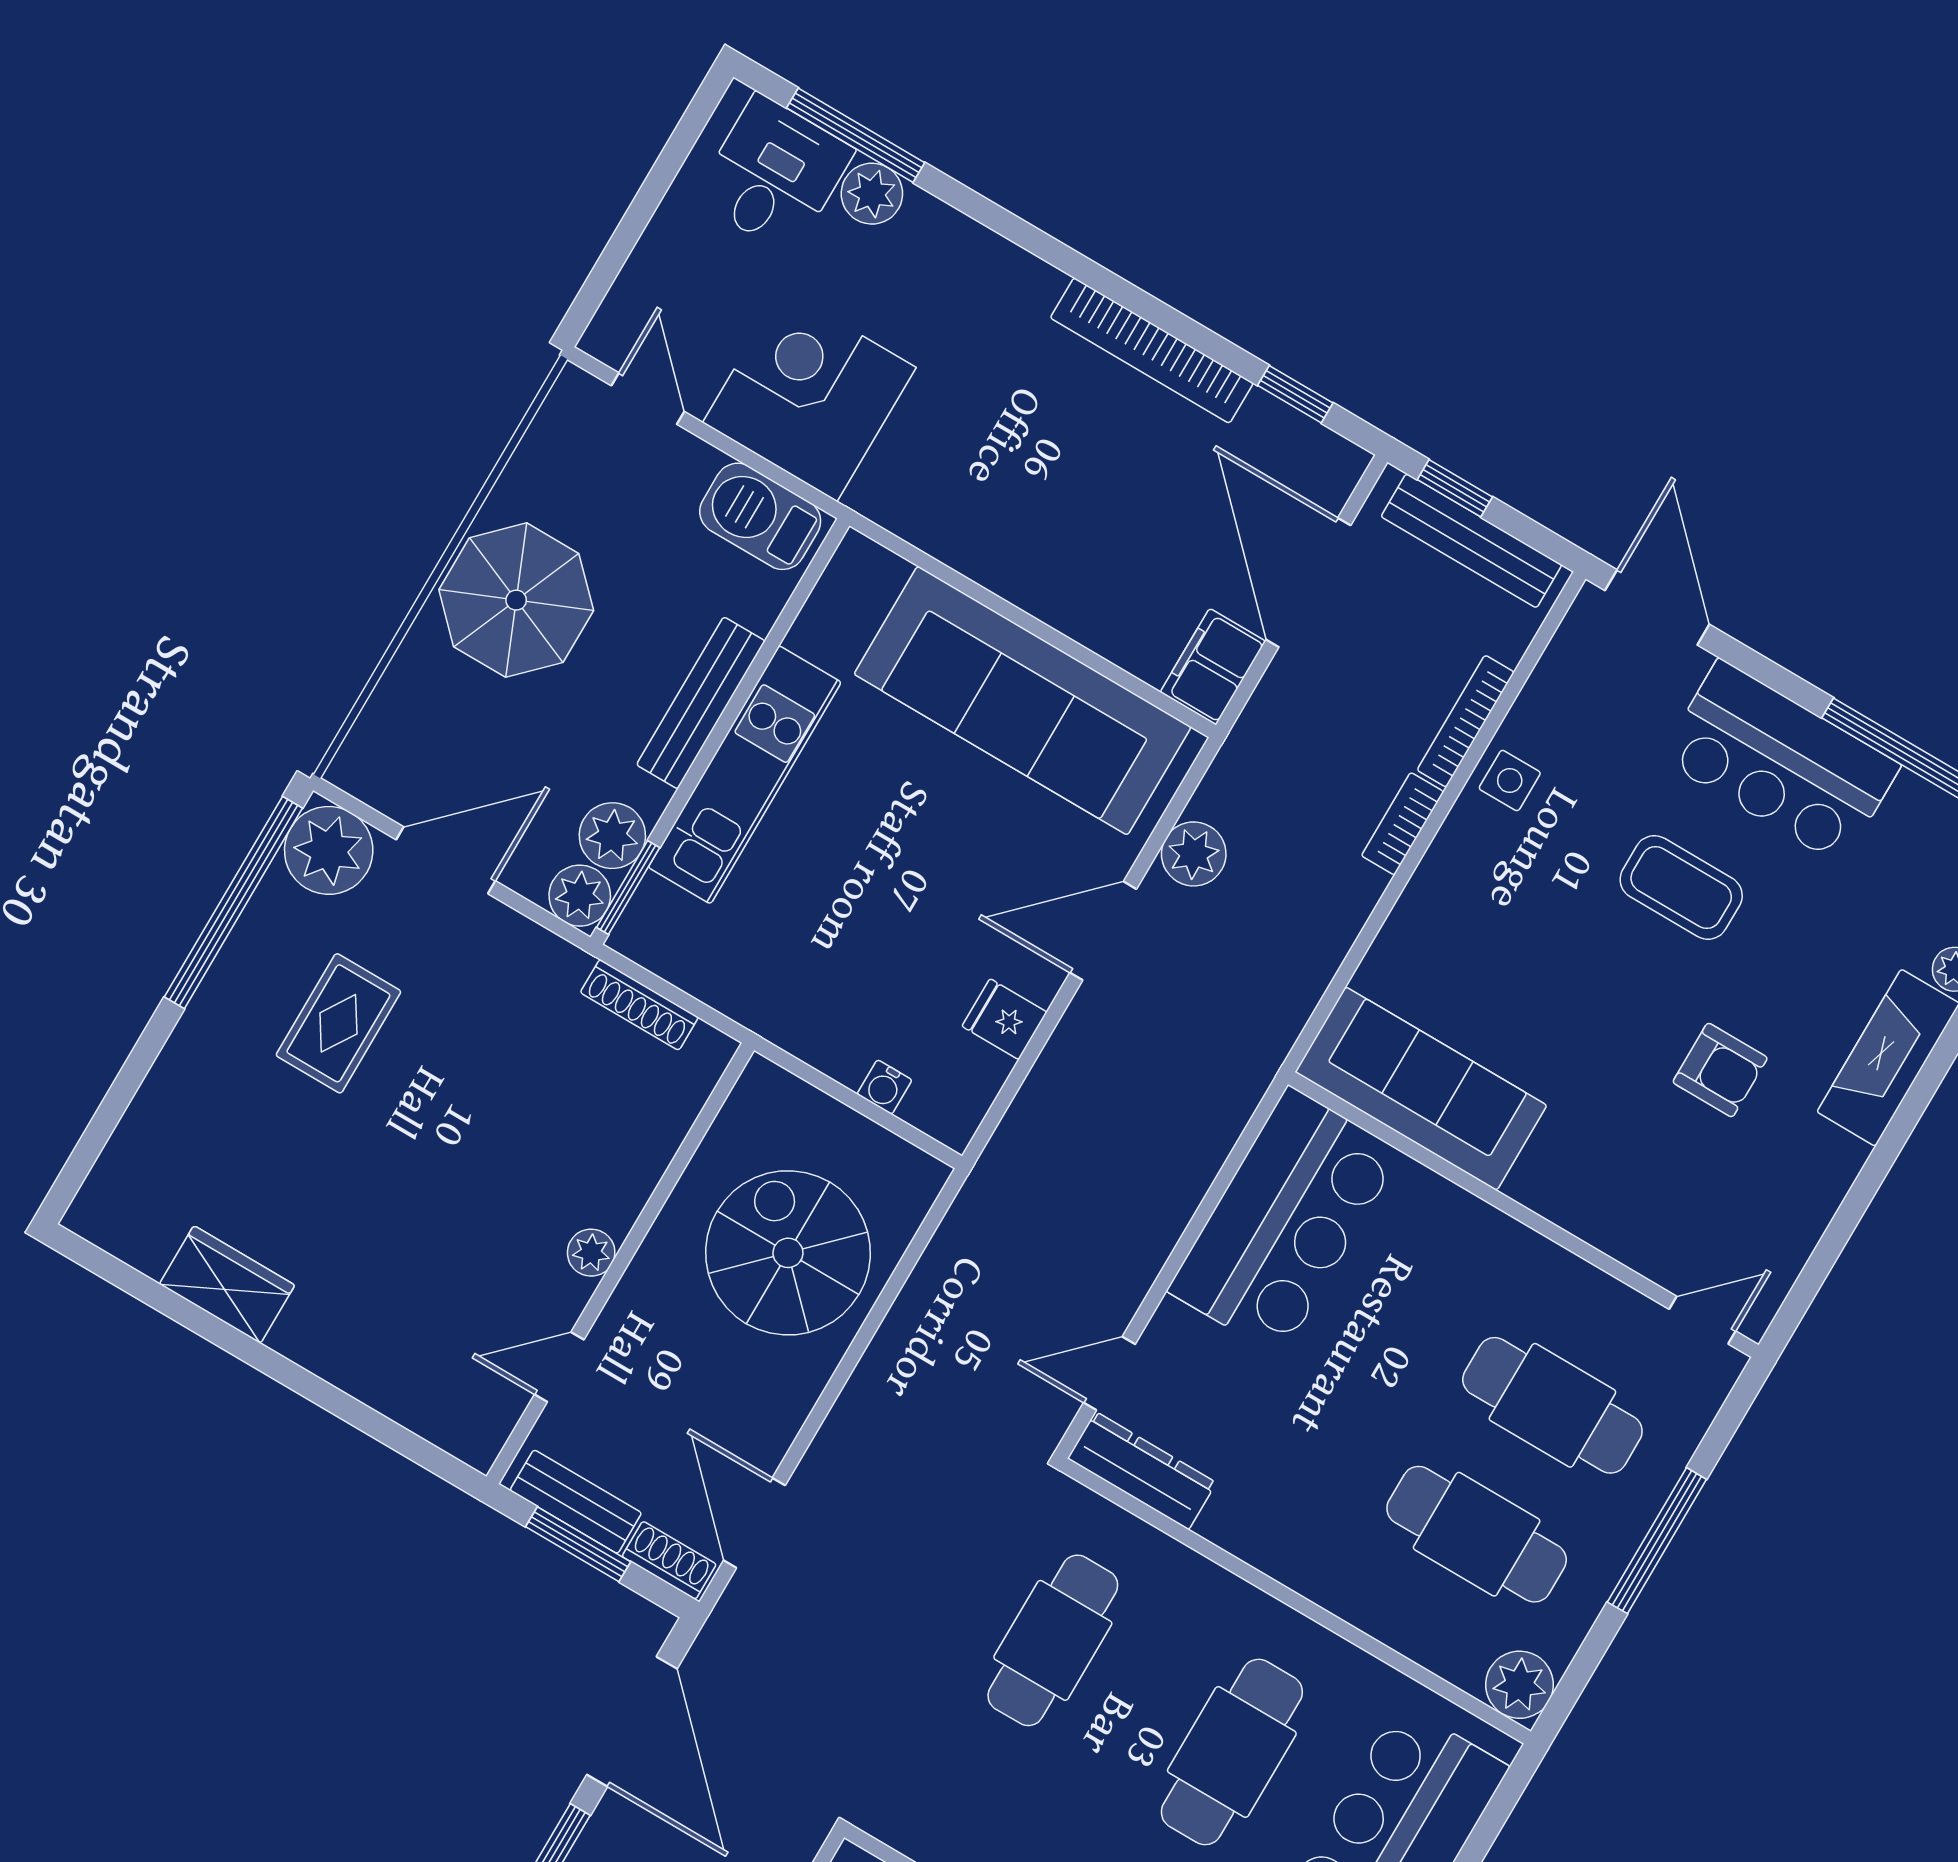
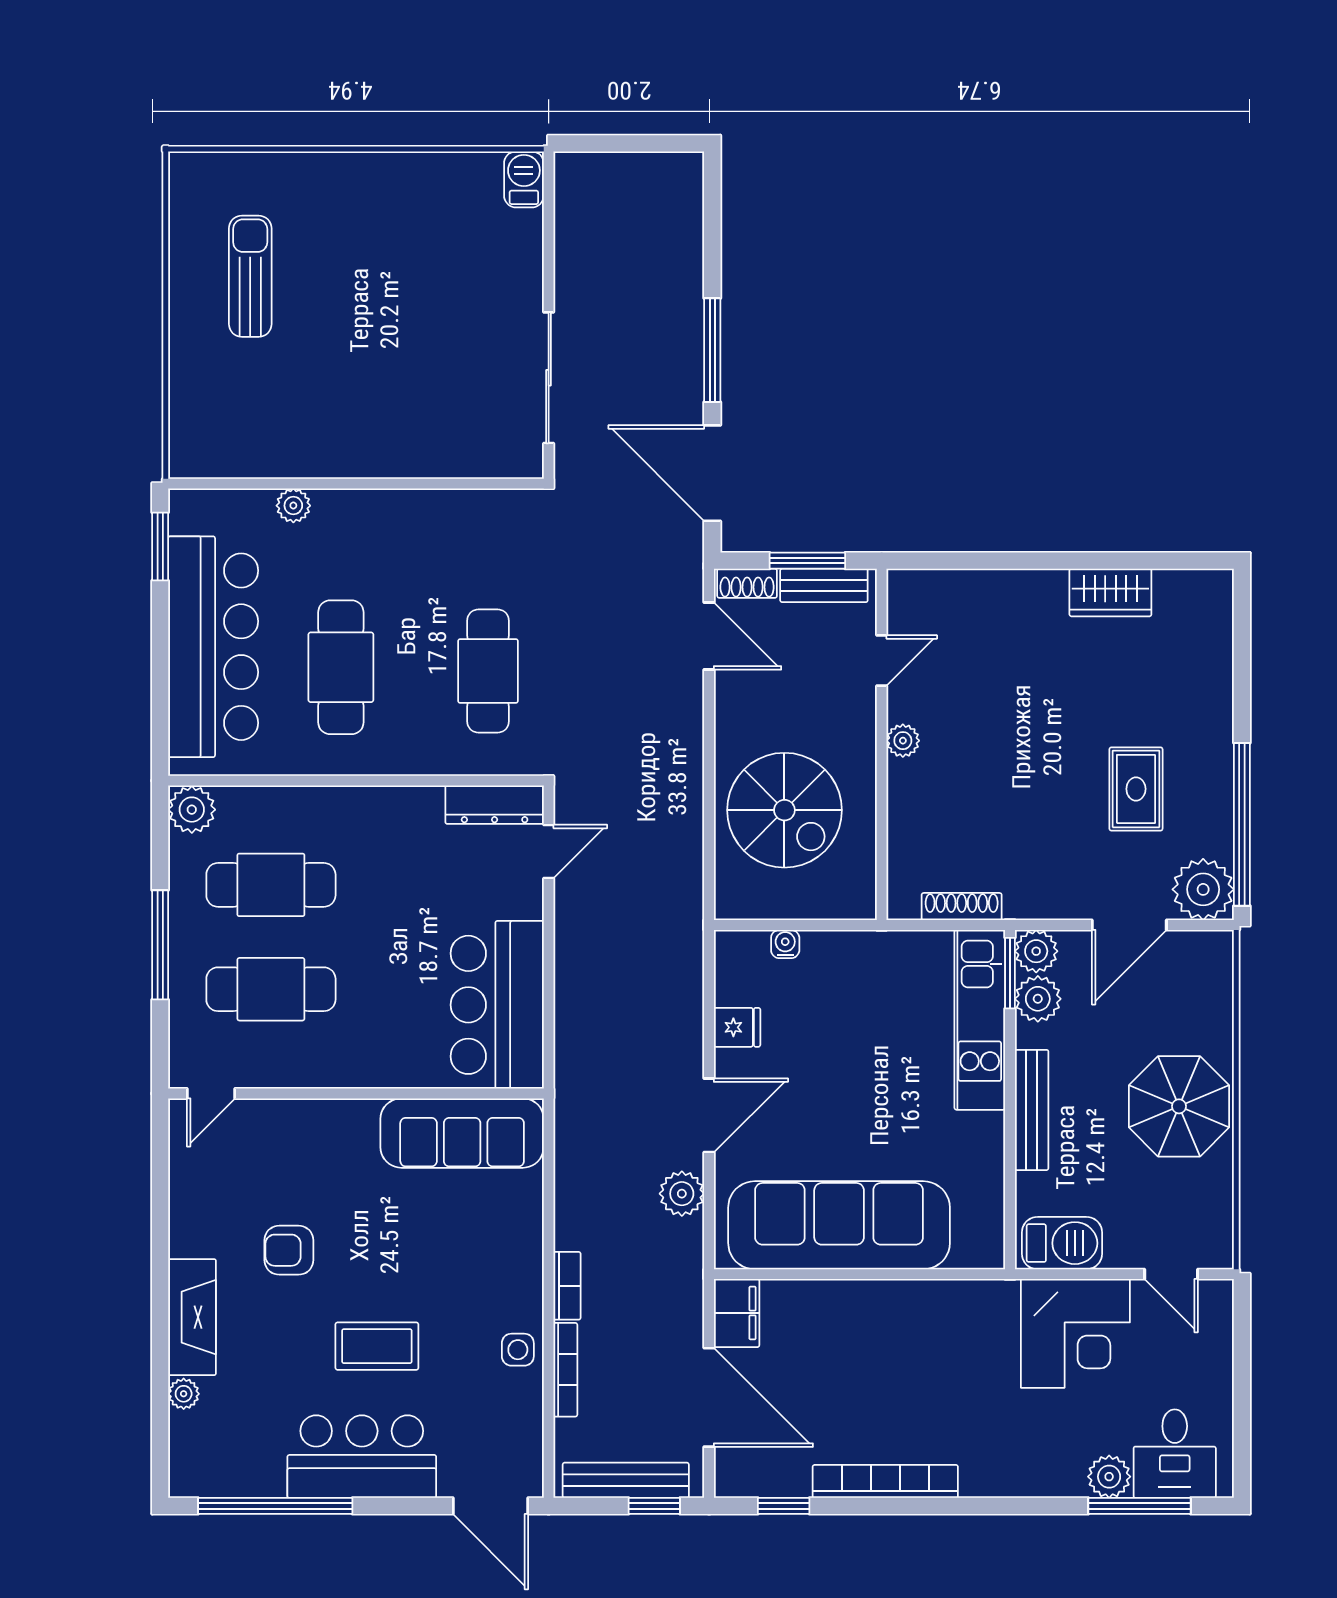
kitchen unit: (745, 775) -> (980, 1020), moved

